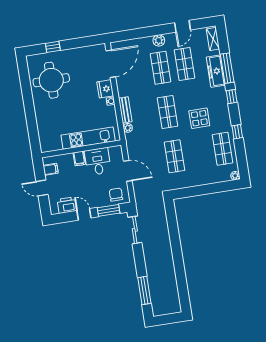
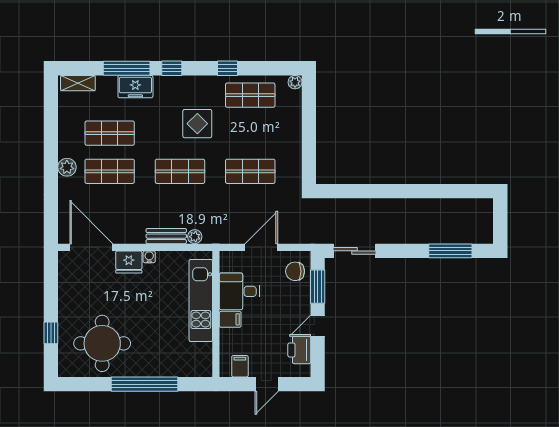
door: (183, 26) -> (51, 127), removed
freezer: (216, 71) -> (135, 87), width x0.71
window: (30, 111) -> (145, 384), added

